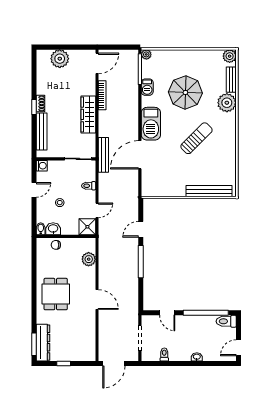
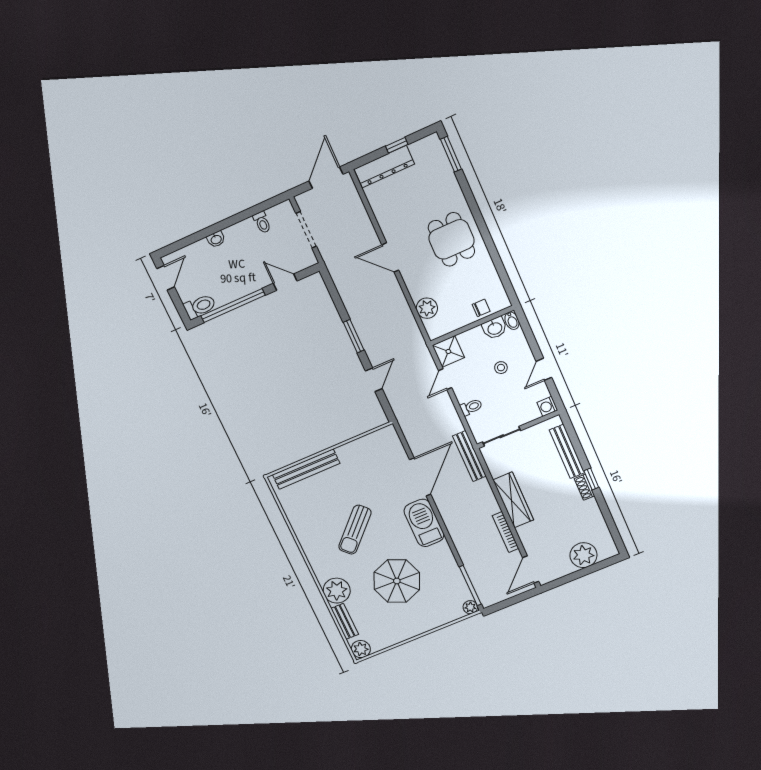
barbecue: (147, 87) -> (450, 567), removed
window: (141, 262) -> (354, 336), width x0.69
dresser: (43, 343) -> (384, 167), moved, turned -90

